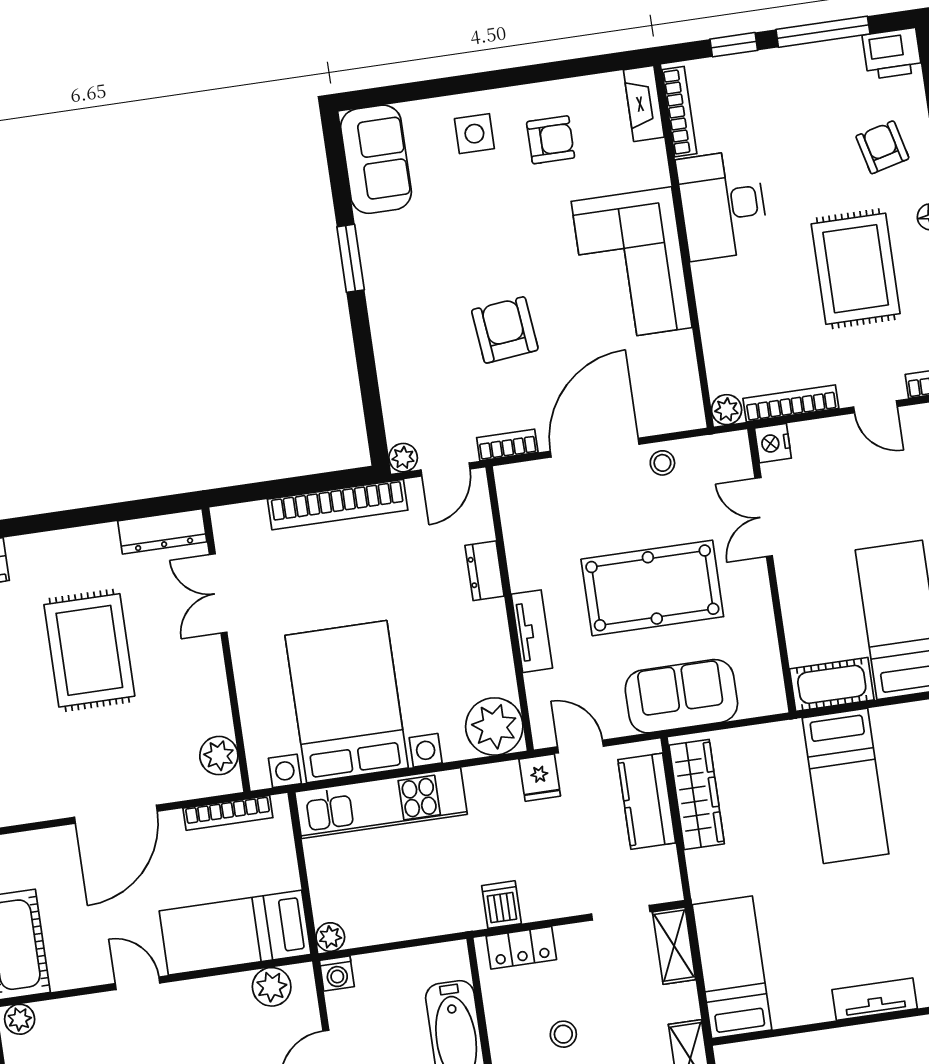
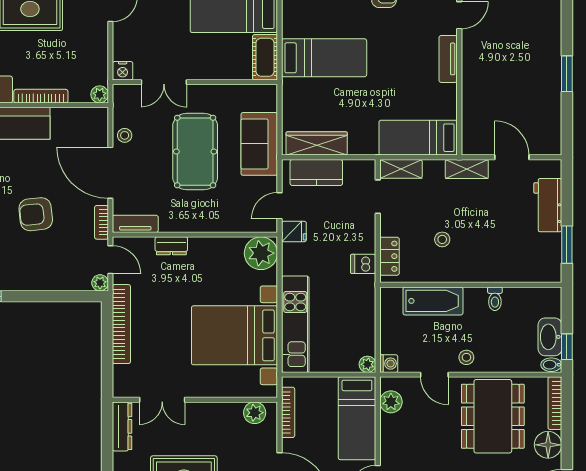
bookcase: (791, 403) -> (41, 96), moved, turned 90
tv unit: (532, 631) -> (135, 224), moved

